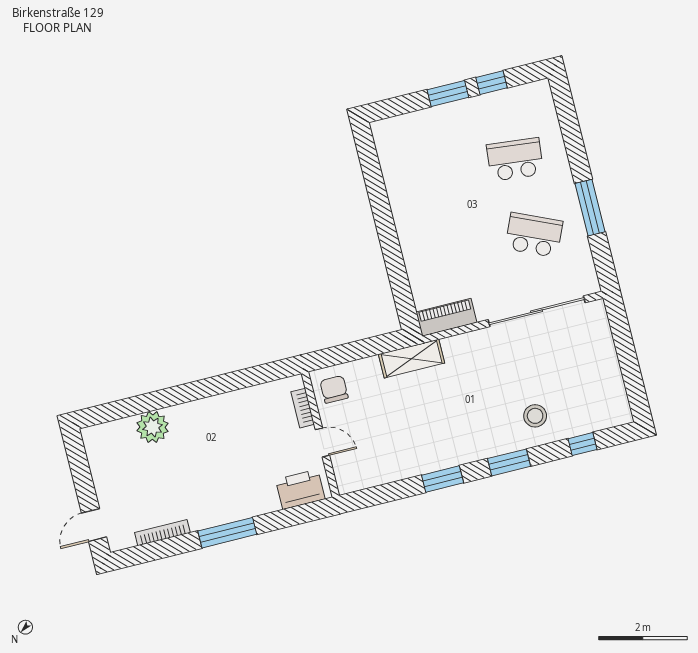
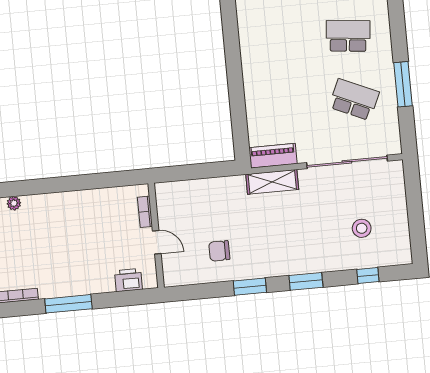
shelving: (412, 359) -> (272, 182), moved
chair: (334, 389) -> (219, 251), moved, turned -90
stool: (535, 416) -> (362, 228), moved
plant: (153, 427) -> (14, 203), width x0.53, depth x0.53
printer: (300, 489) -> (128, 280), width x0.73, depth x0.84

